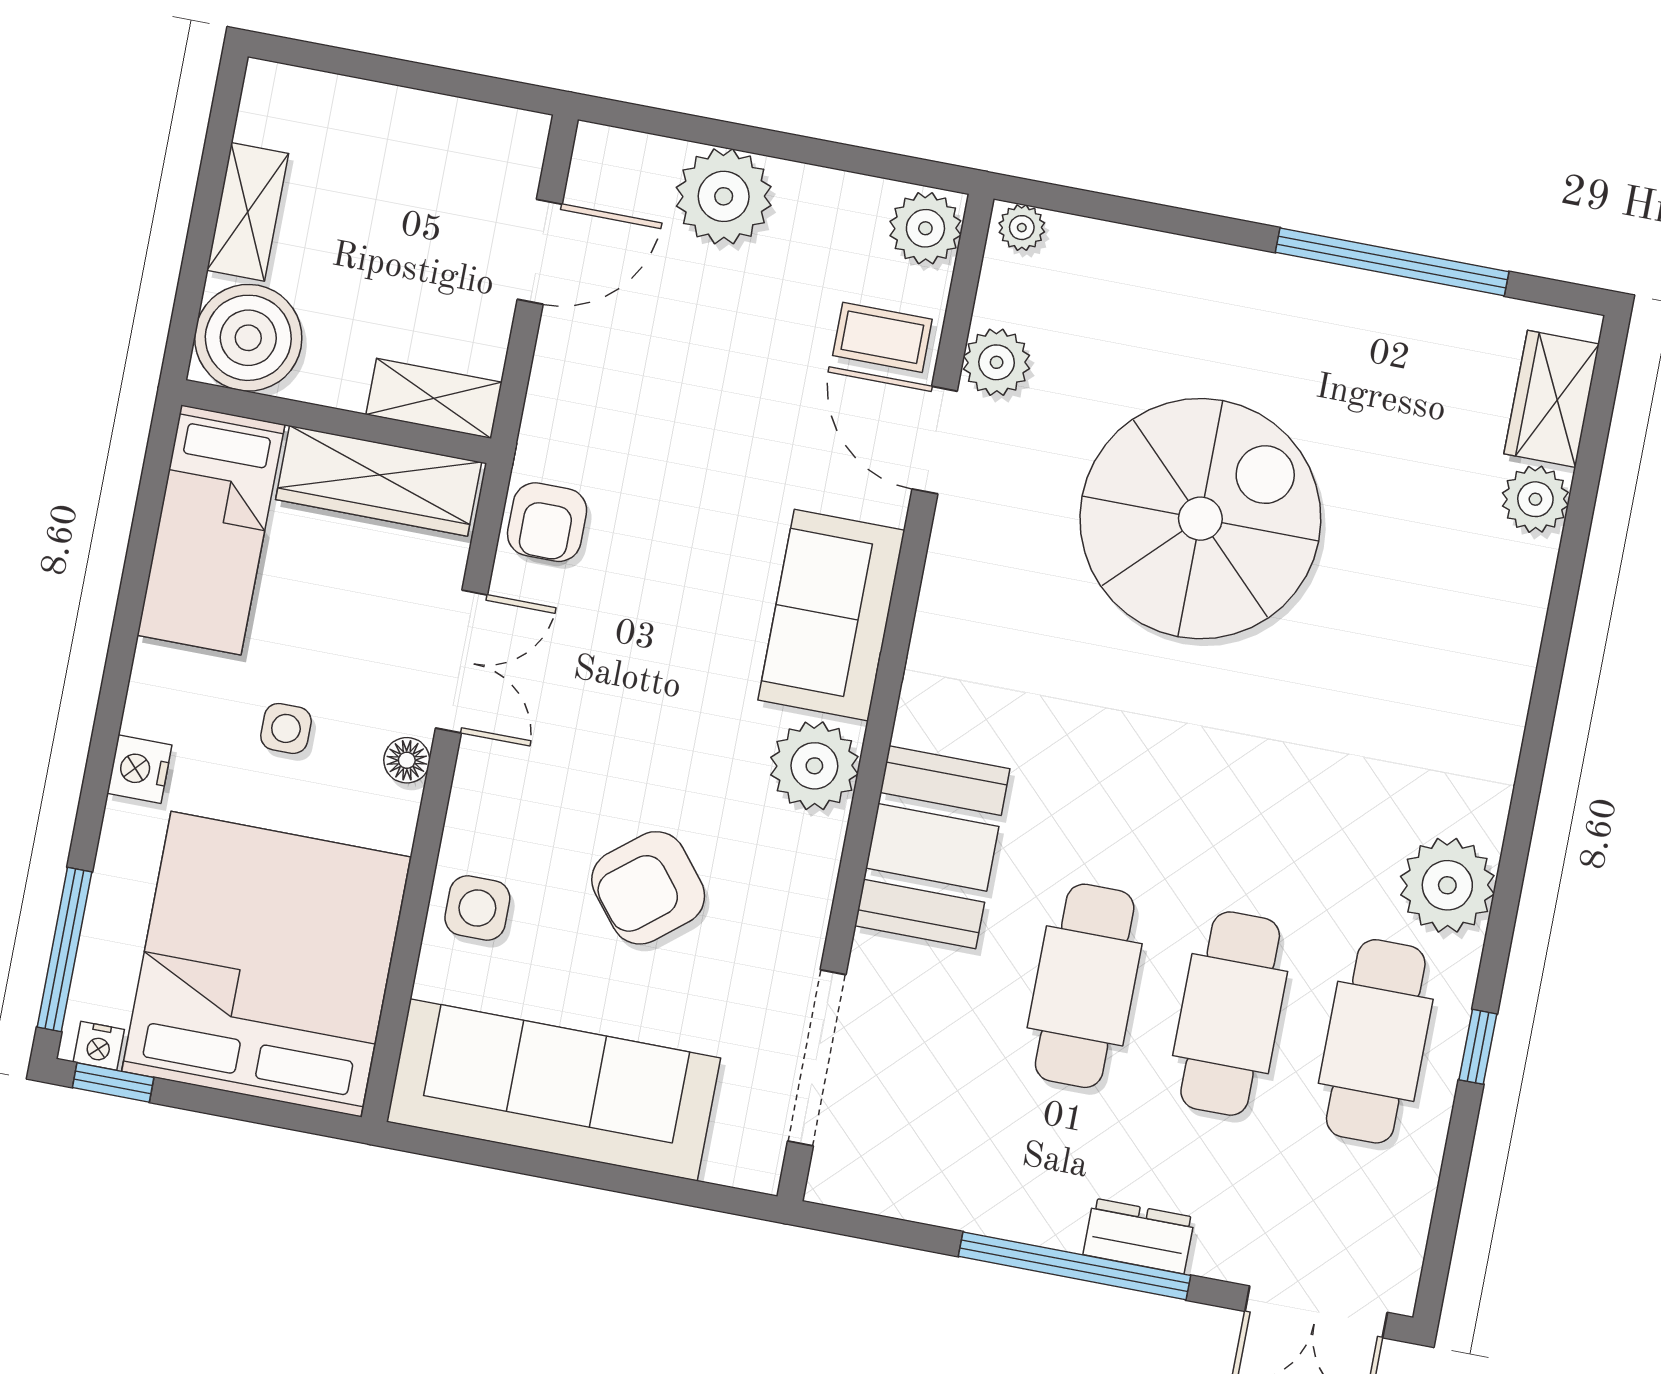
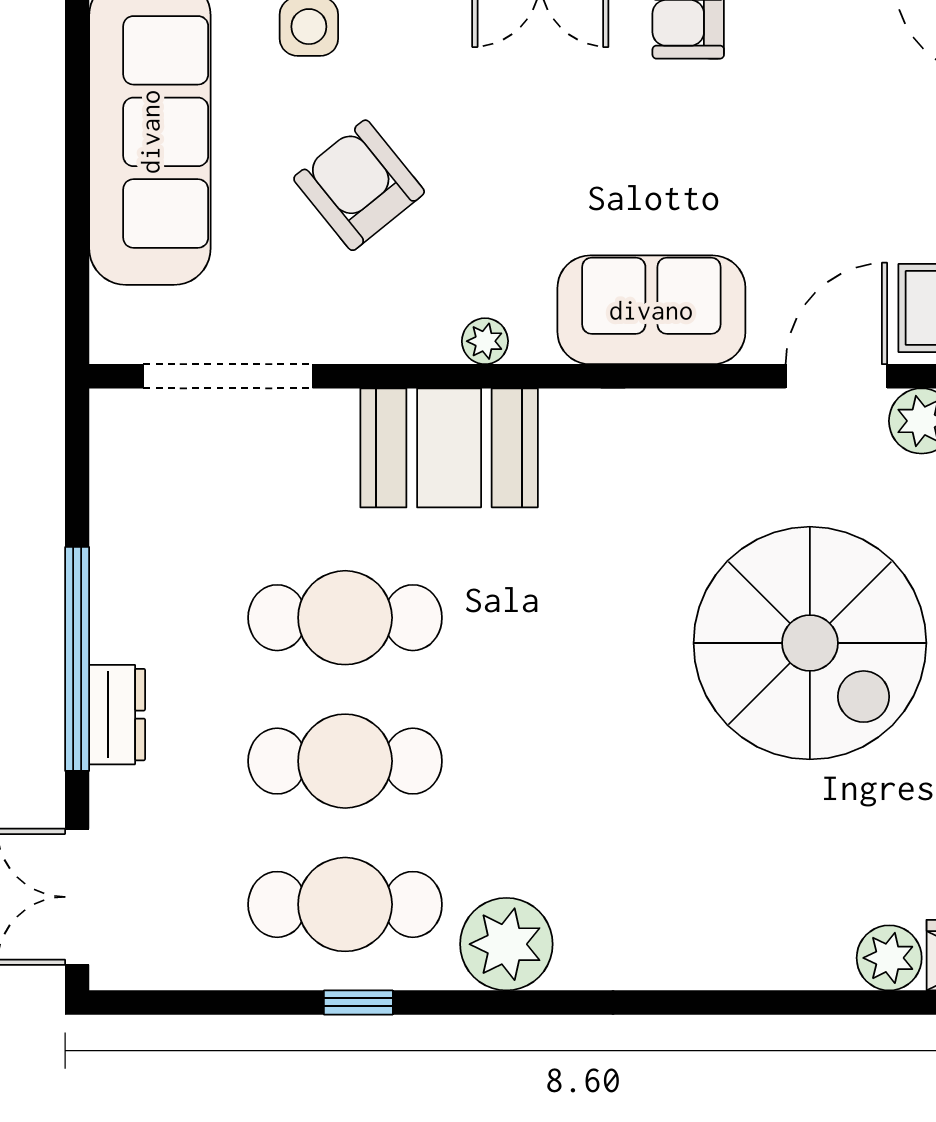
plant: (814, 766) -> (485, 341), width x0.53, depth x0.53

